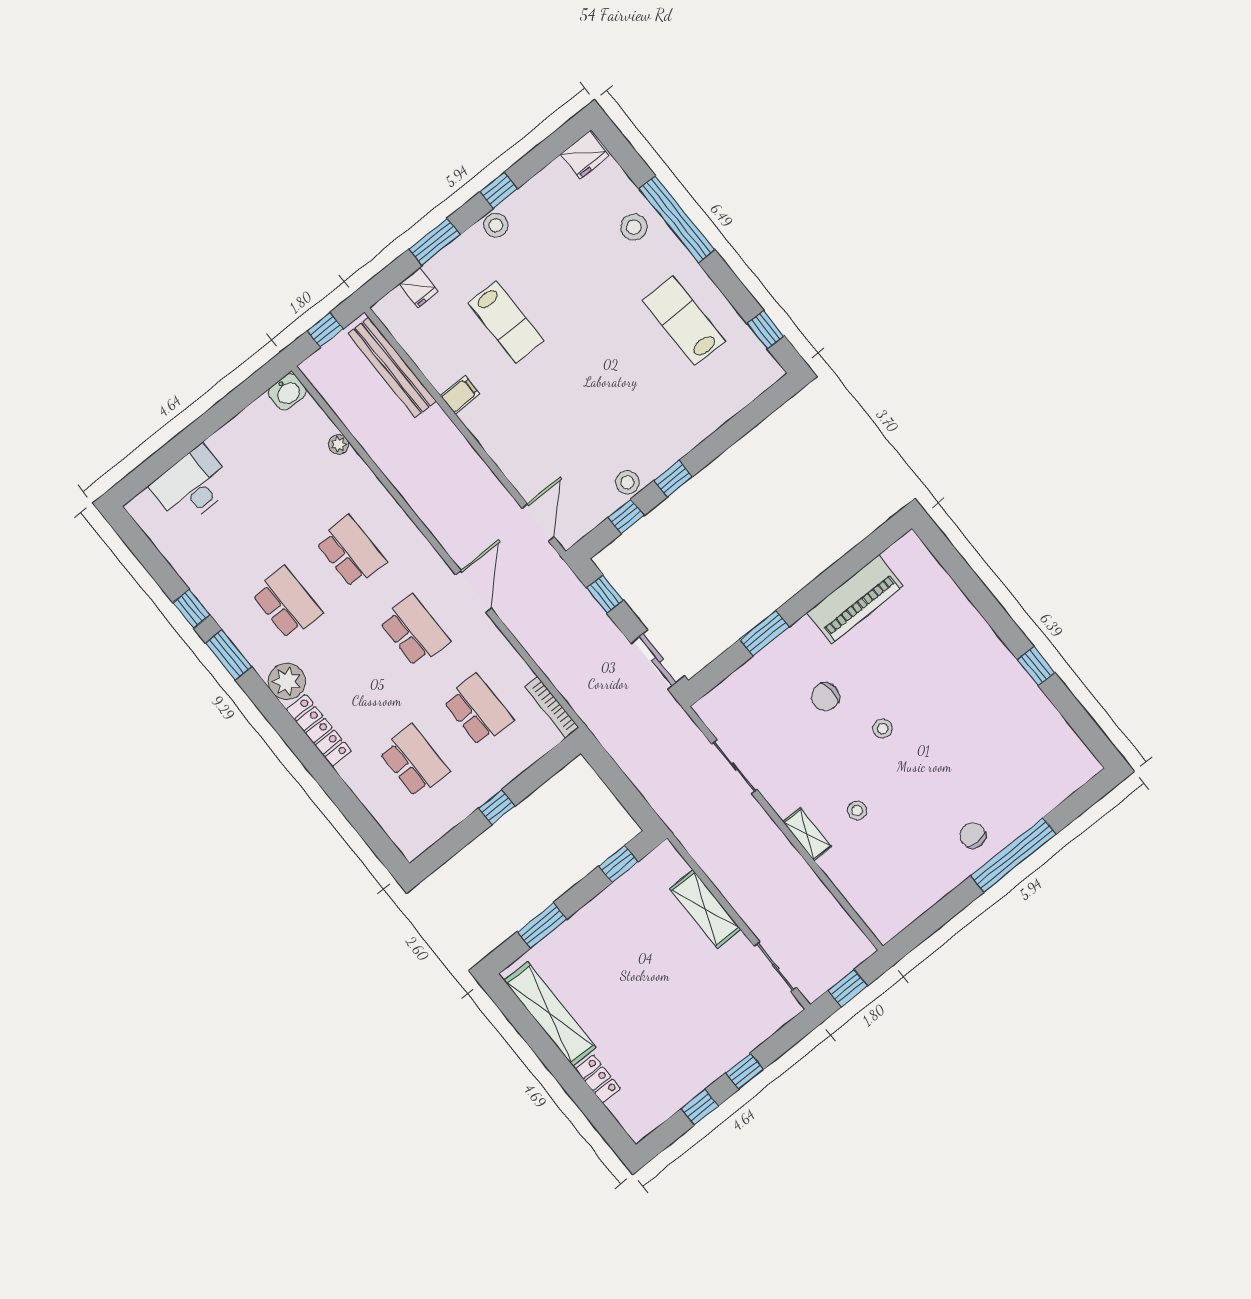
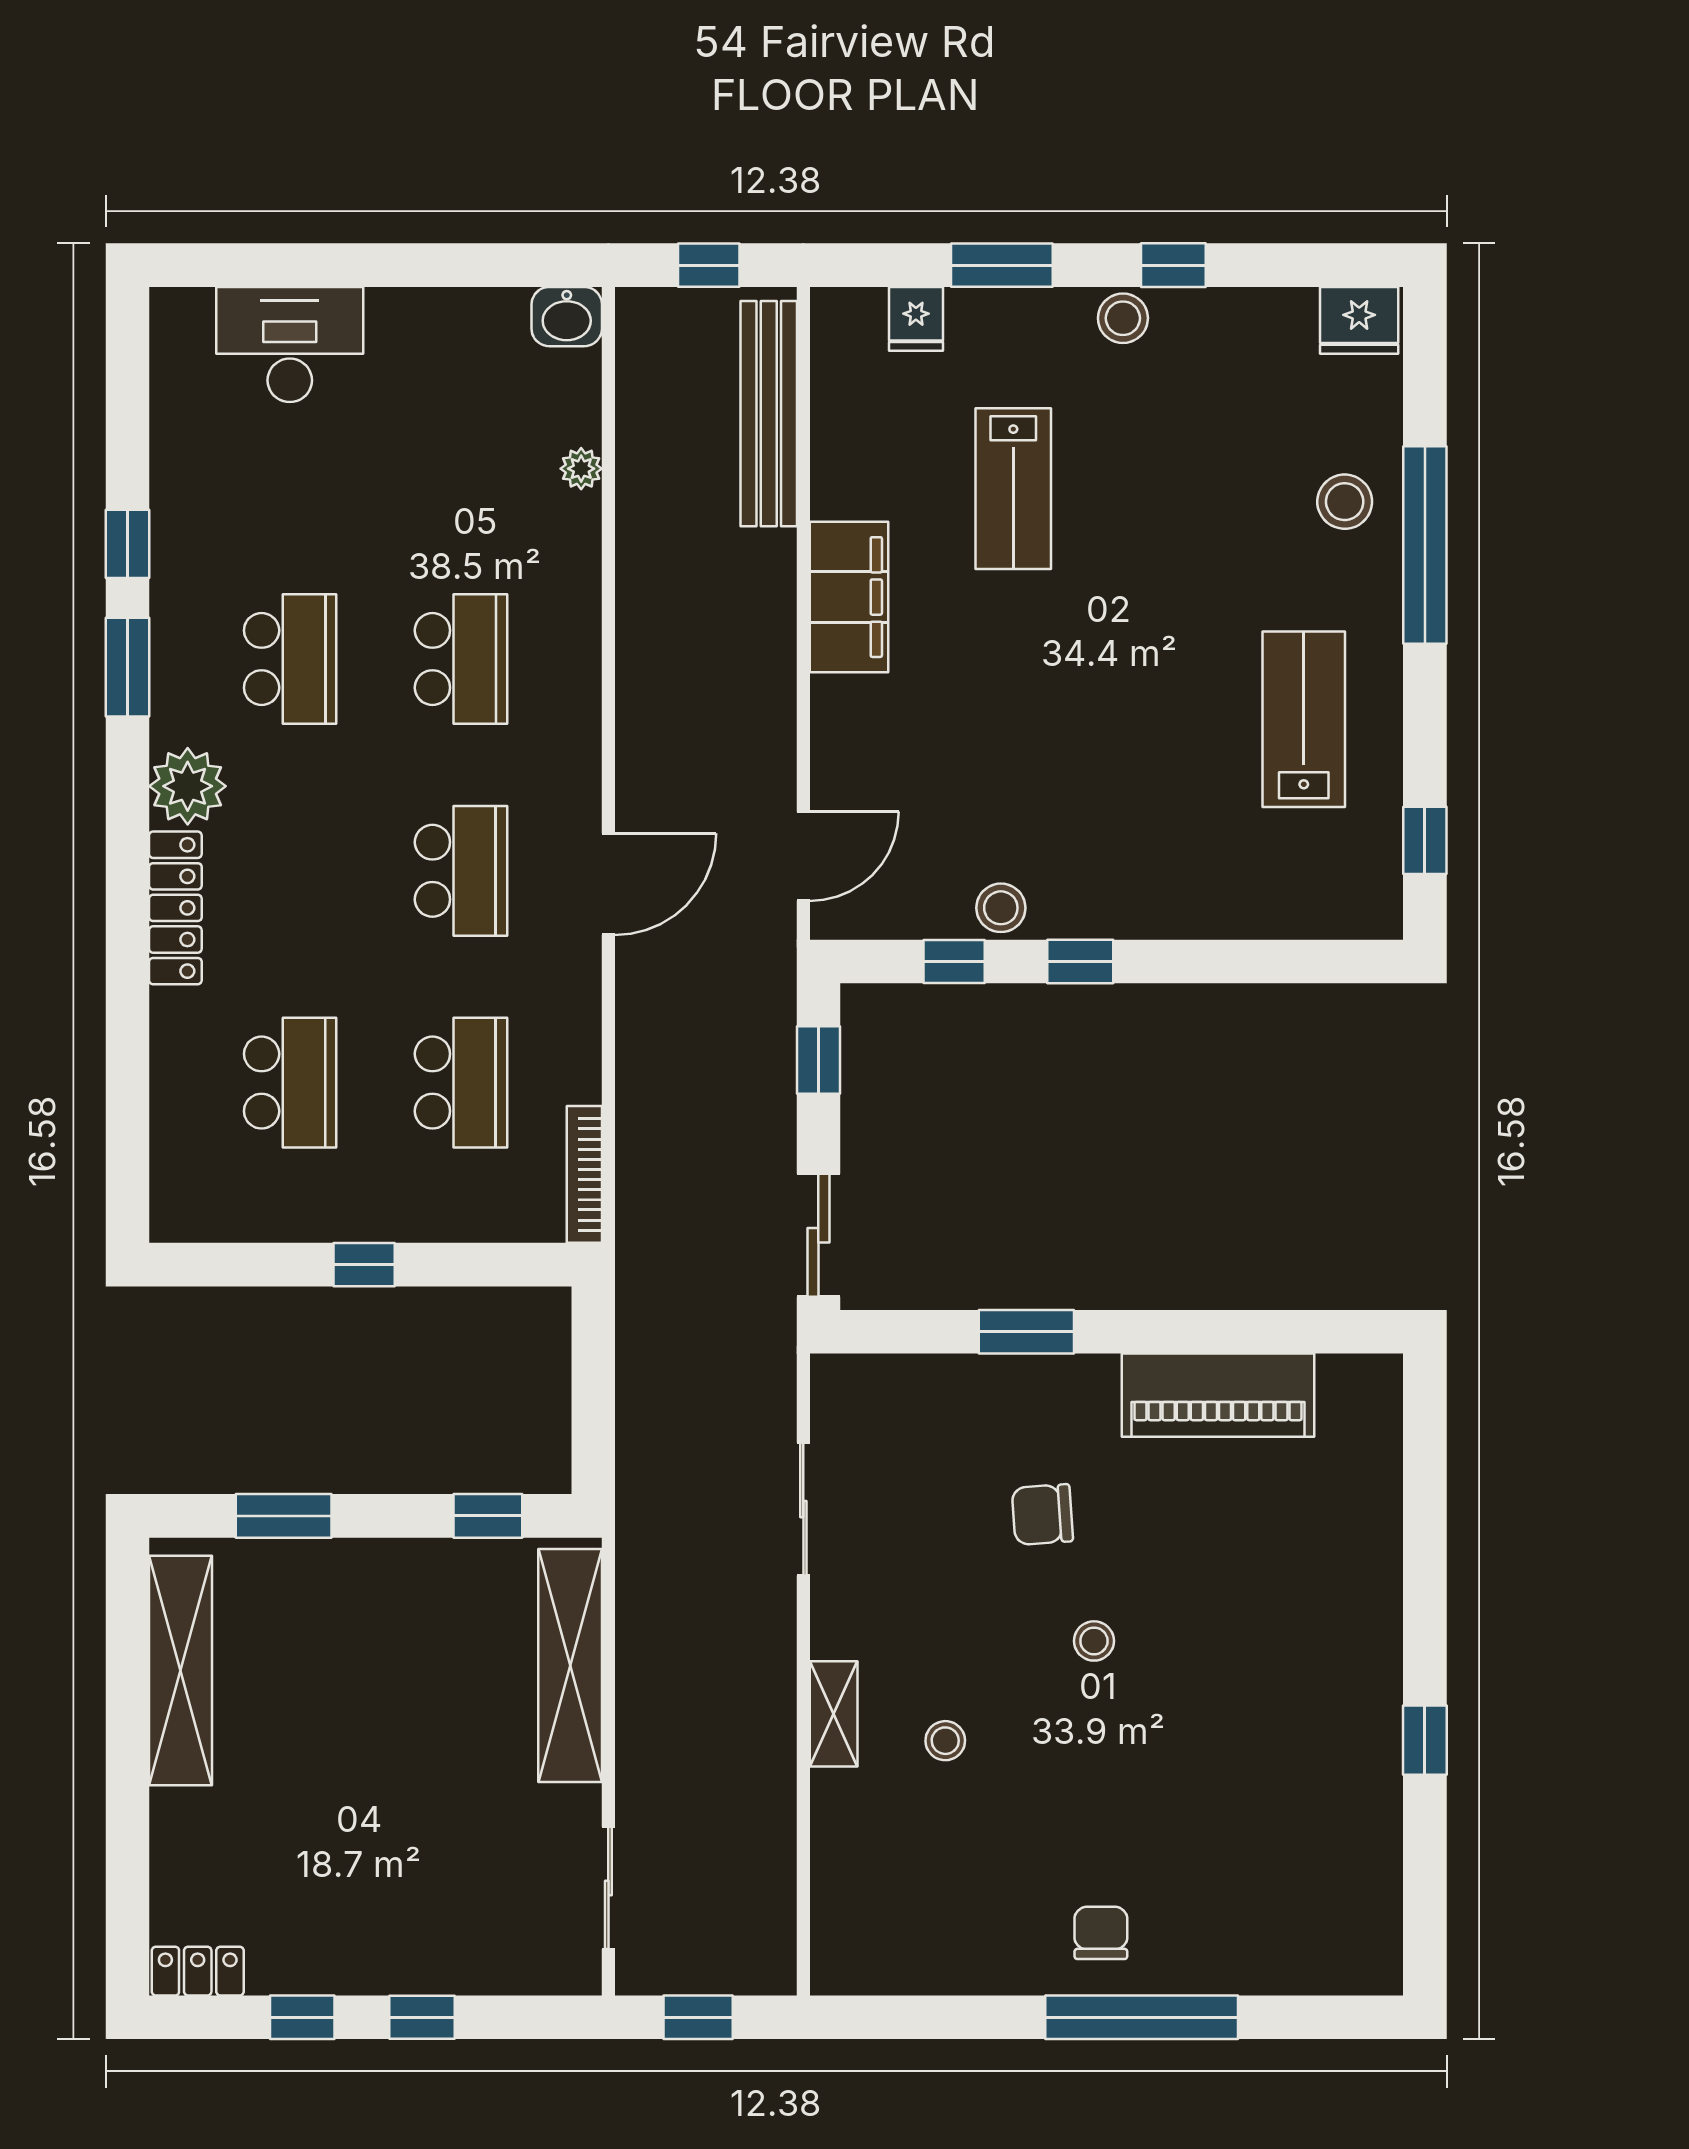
filing cabinet: (460, 395) -> (849, 597), width x3.00, depth x1.17
shelving: (705, 909) -> (570, 1665), width x1.47
locker: (598, 1079) -> (198, 1971), moved, turned -90

